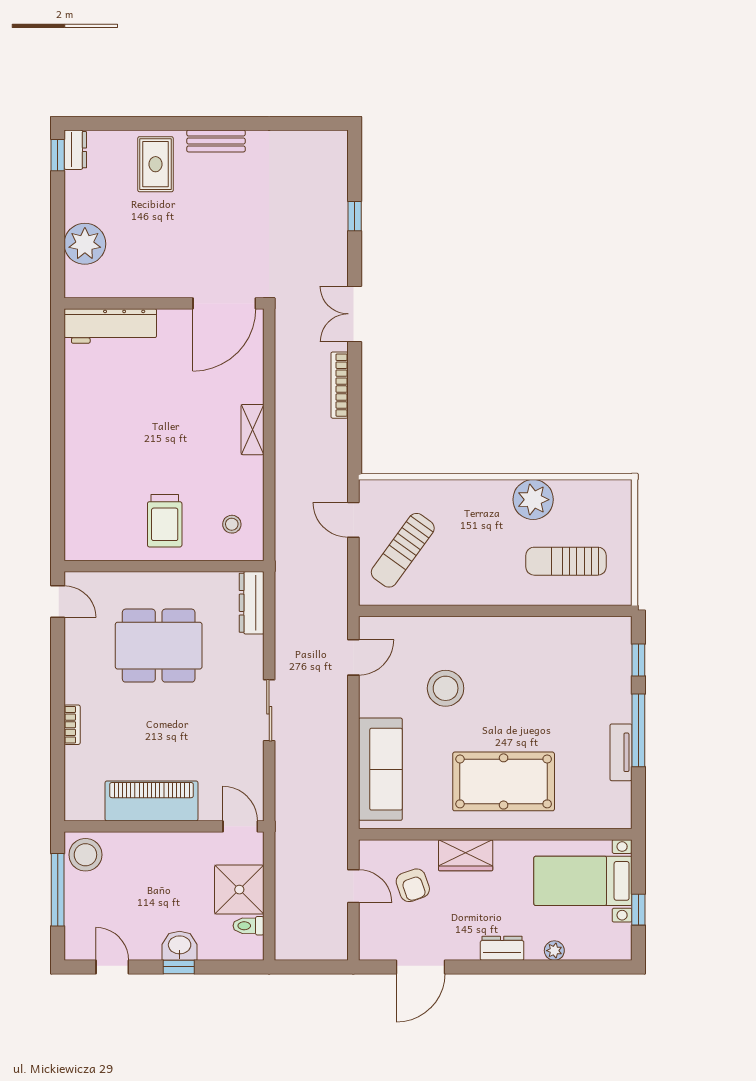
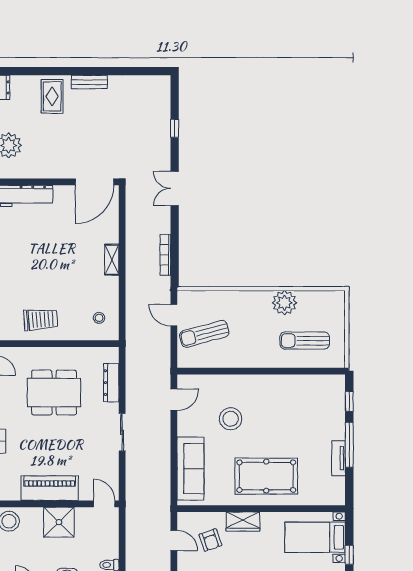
bookcase: (340, 385) -> (165, 255), moved
trolley: (165, 521) -> (41, 320), moved, turned -94
sun lounger: (403, 550) -> (204, 334), turned 39
dresser: (252, 603) -> (111, 383), moved
shower: (239, 890) -> (59, 522), moved

